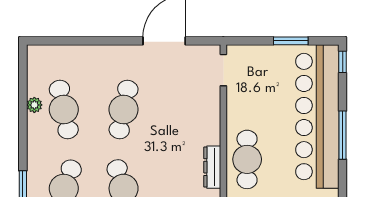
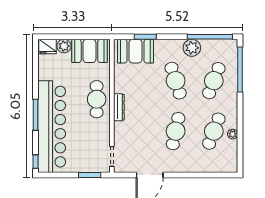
window: (291, 41) -> (90, 175), moved
cafe table: (64, 109) -> (214, 131), turned 33
dresser: (212, 167) -> (119, 107), moved

